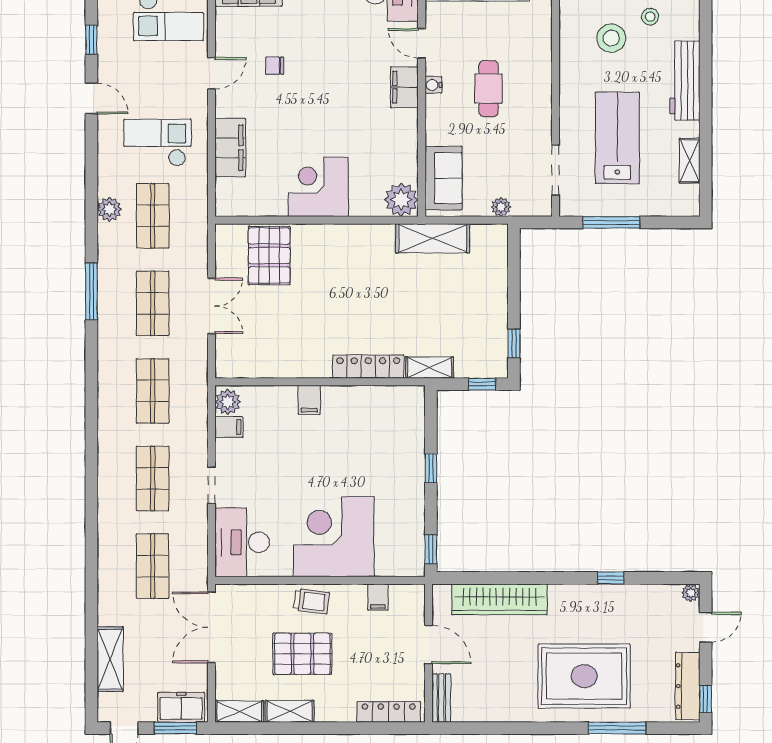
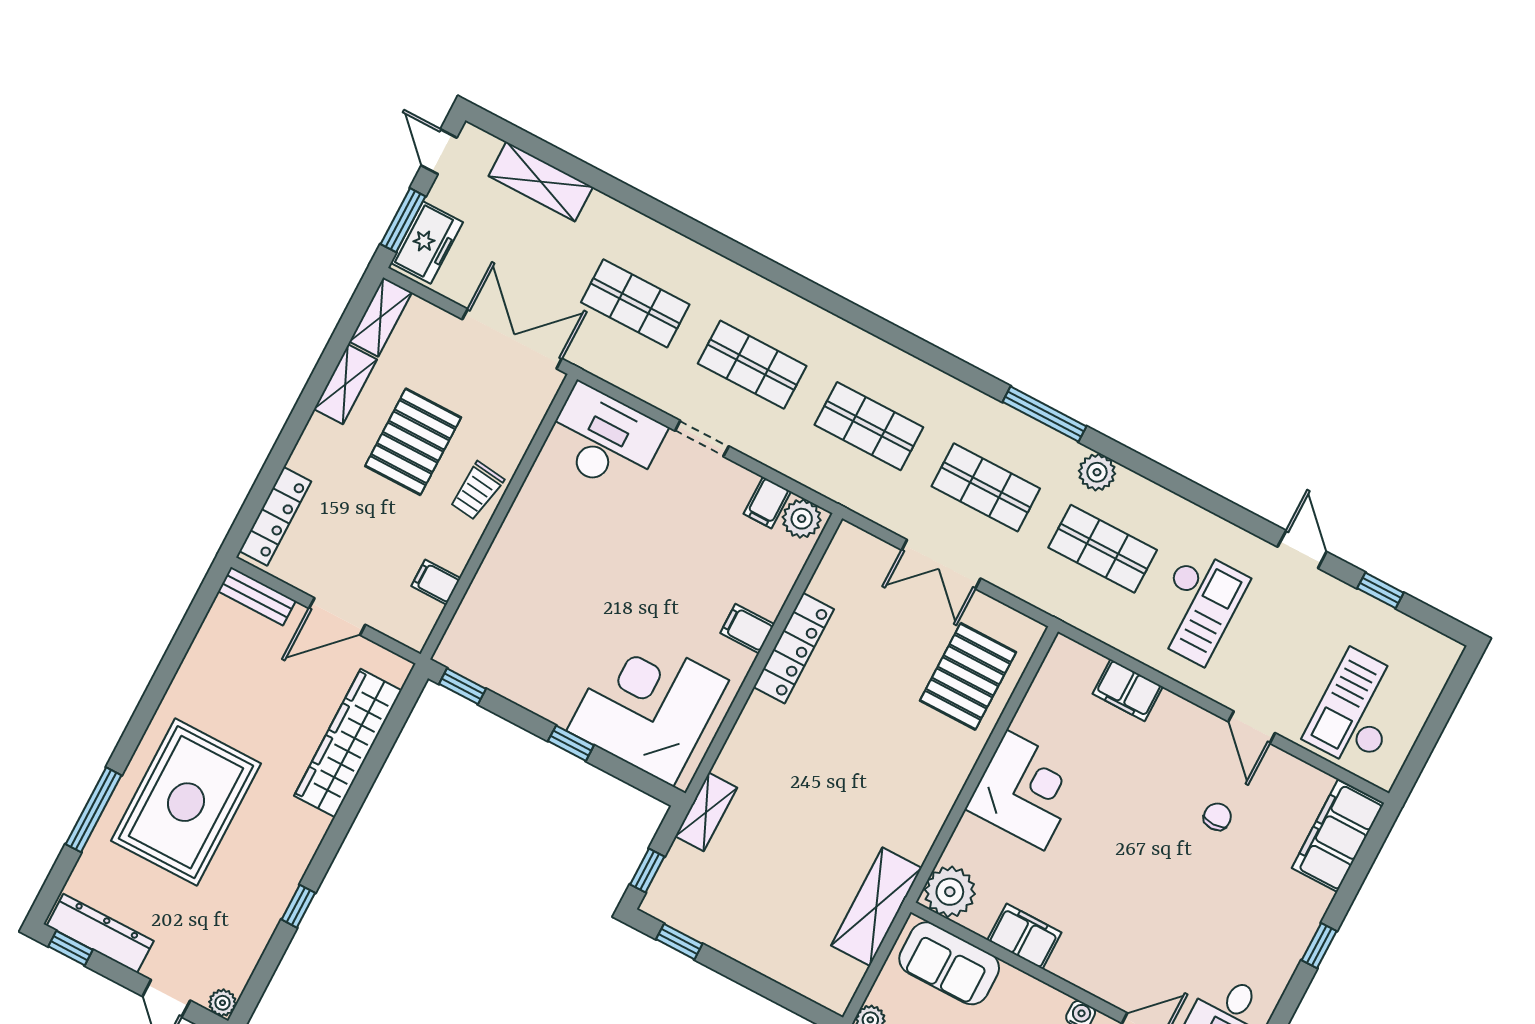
filing cabinet: (404, 87) -> (1024, 936), moved
door: (91, 98) -> (1302, 549), swing flipped
filing cabinet: (230, 148) -> (1128, 690), width x0.67, depth x0.86
plant: (109, 209) -> (1097, 472), moved
pallet: (269, 256) -> (968, 676), turned 90
locker: (368, 367) -> (794, 648), moved
corner desk: (334, 537) -> (648, 705), moved, turned -90

